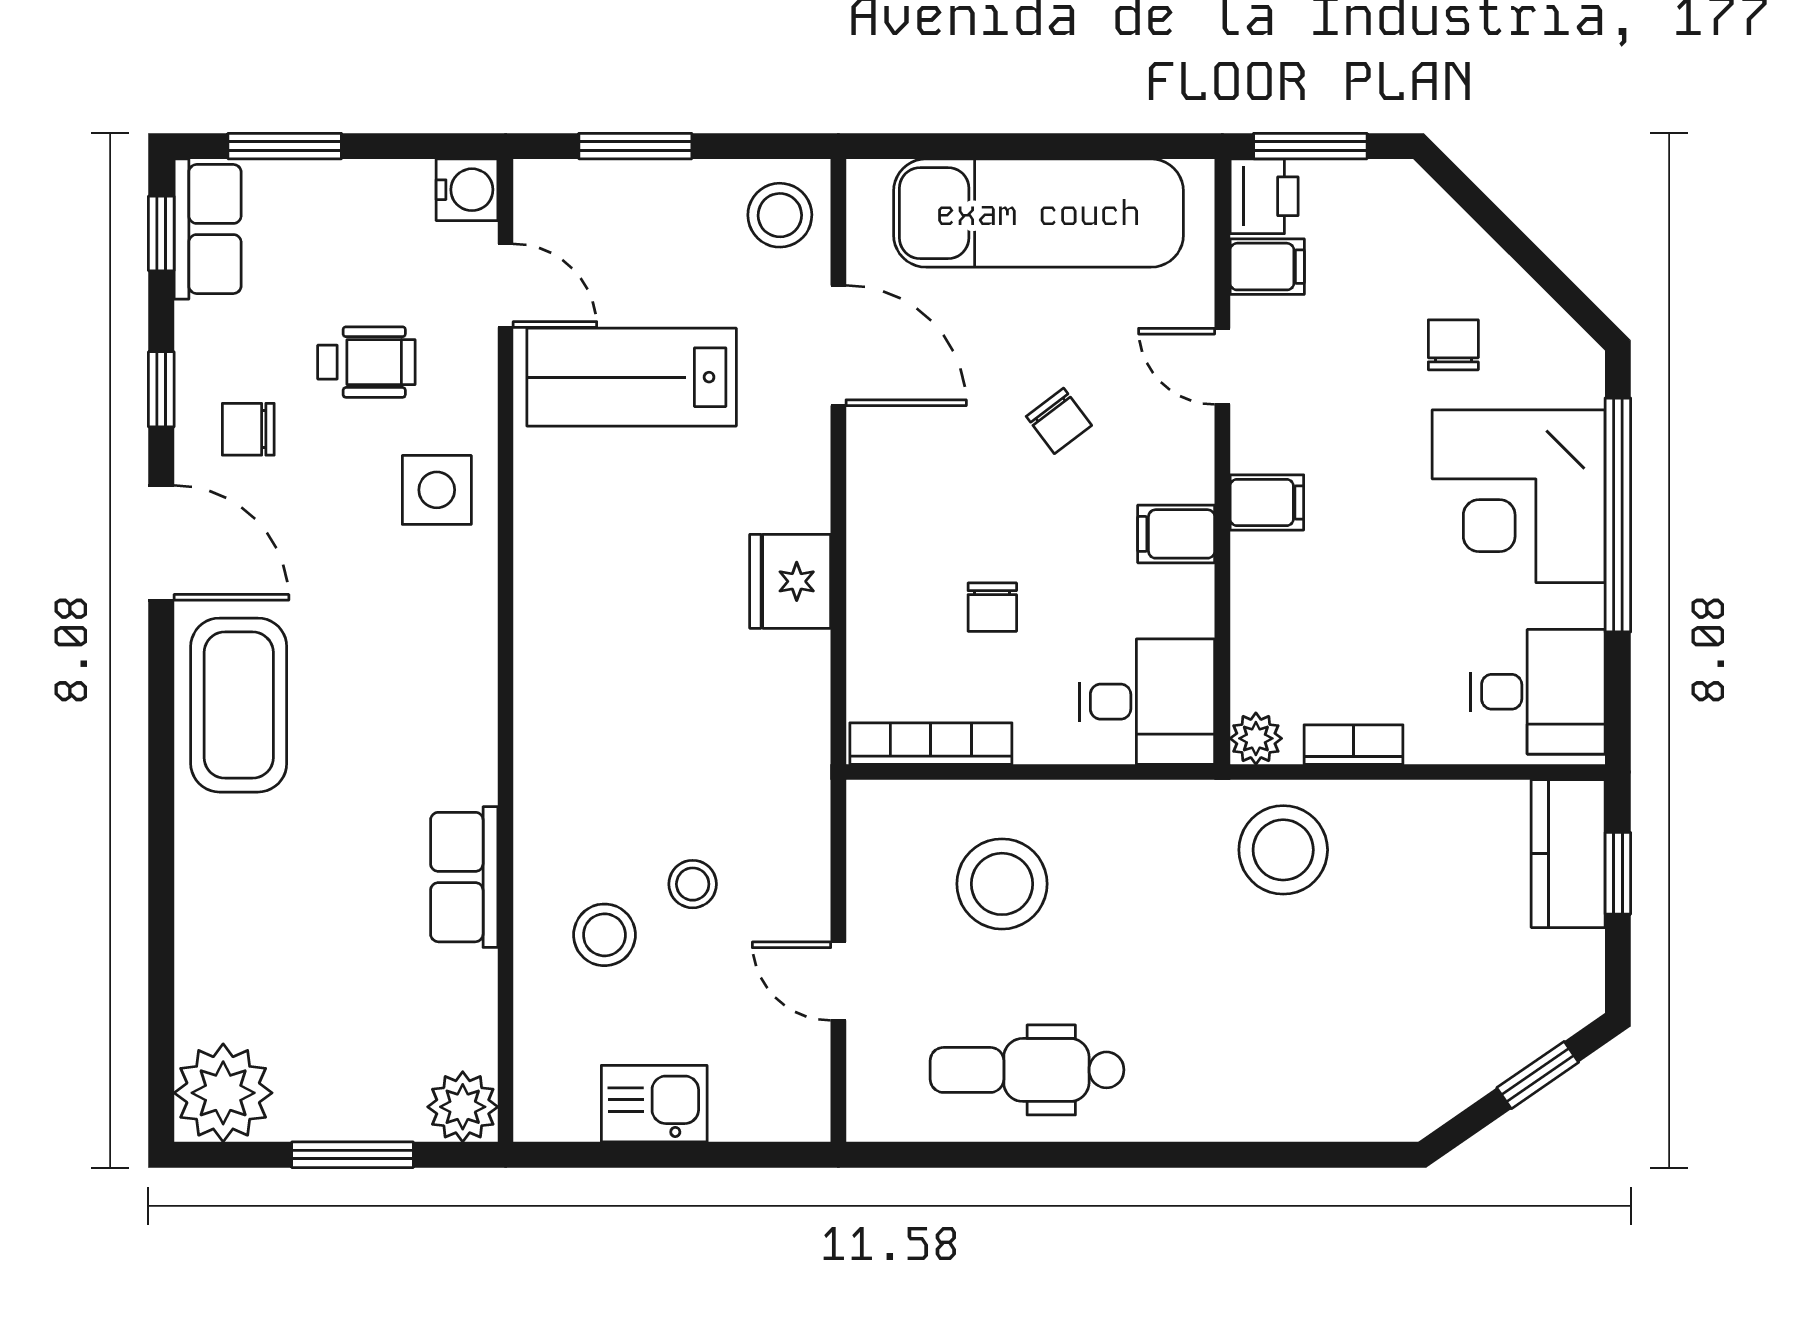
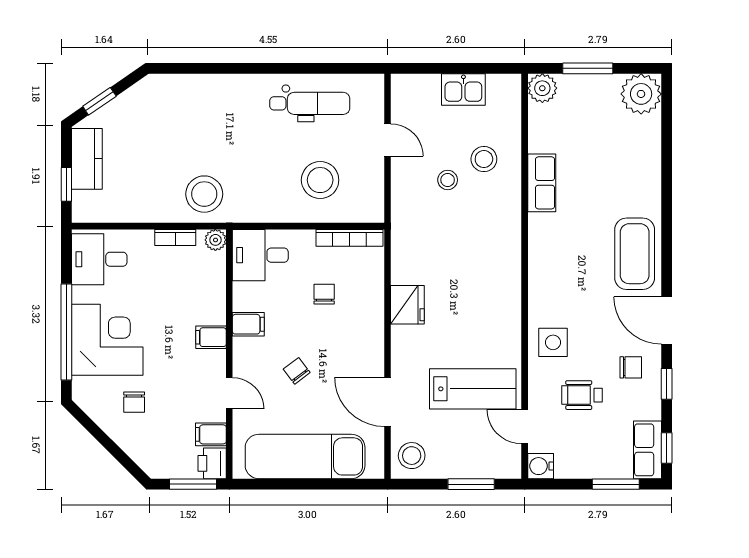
kitchen counter: (1568, 854) -> (87, 159), moved

